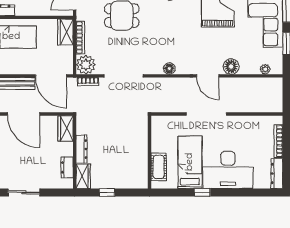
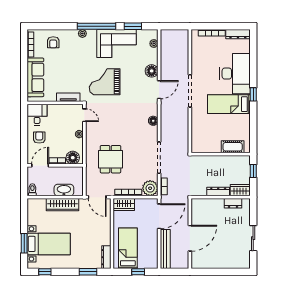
wardrobe: (66, 128) -> (201, 204), removed
wall: (150, 152) -> (221, 154), moved
cot: (159, 167) -> (233, 147), moved

